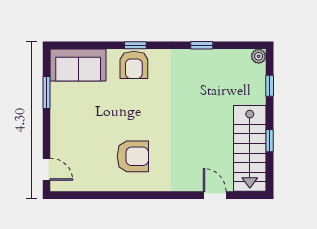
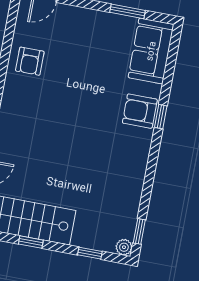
window: (202, 45) -> (139, 231), moved
armchair: (133, 156) -> (30, 61), moved, width x0.72, depth x0.72

